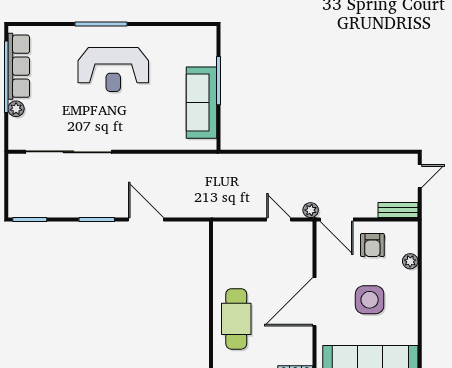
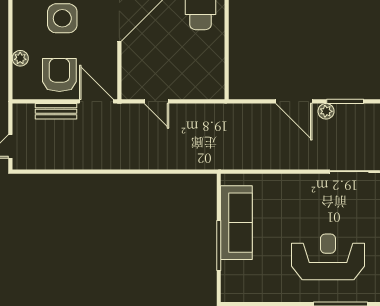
plant: (311, 210) -> (326, 111), moved
bench: (398, 210) -> (56, 111), moved
armchair: (372, 245) -> (59, 75), width x1.38, depth x1.38

